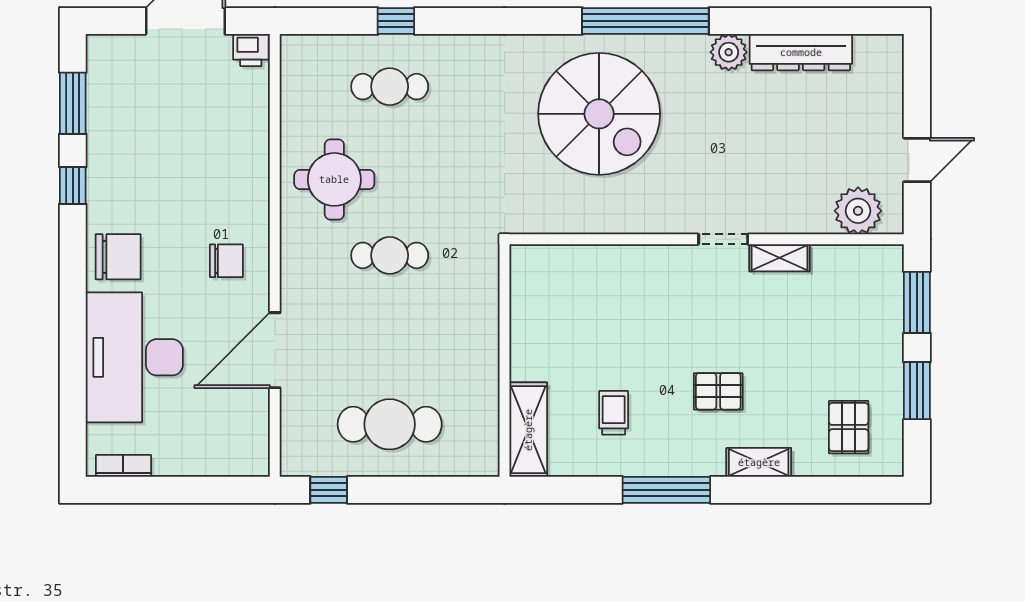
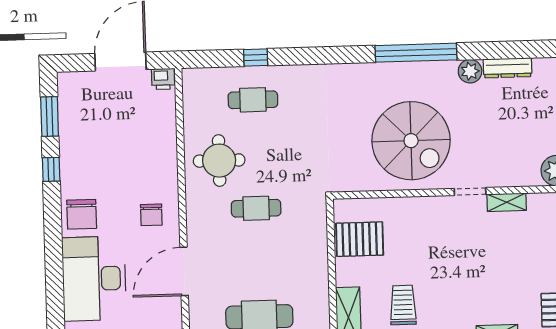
dresser: (801, 52) -> (508, 68), width x0.73, depth x0.80
spiral stairs: (599, 114) -> (411, 141), moved
chair: (118, 257) -> (82, 214), turned 90
chair: (226, 261) -> (151, 215), turned 90
pallet: (718, 391) -> (360, 239), moved, width x1.50, depth x1.42
trolley: (614, 413) -> (403, 305), width x1.36, depth x1.39

